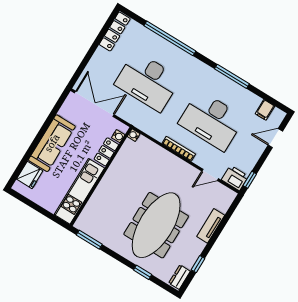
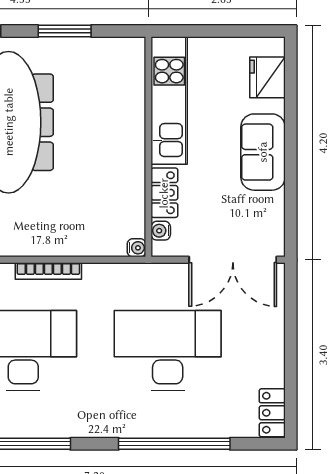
locker: (115, 32) -> (272, 413), width x0.66
sofa: (52, 143) -> (263, 152), width x0.73
window: (89, 240) -> (65, 31), moved

